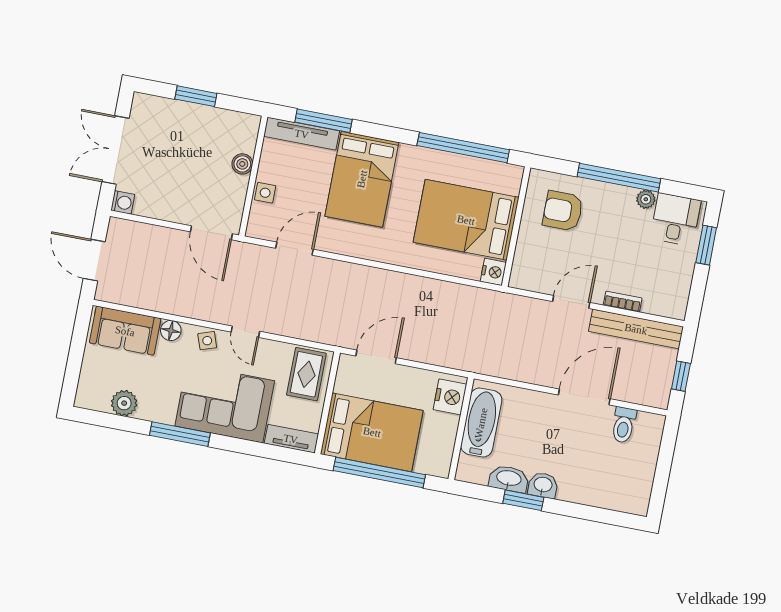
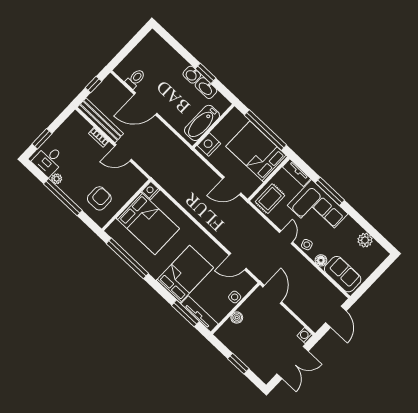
armchair: (563, 211) -> (99, 198), turned -90
window: (180, 434) -> (330, 191), moved

